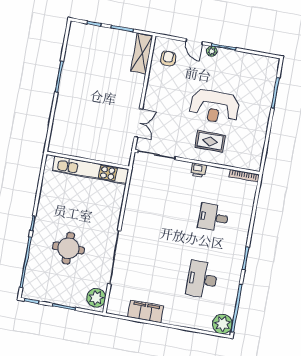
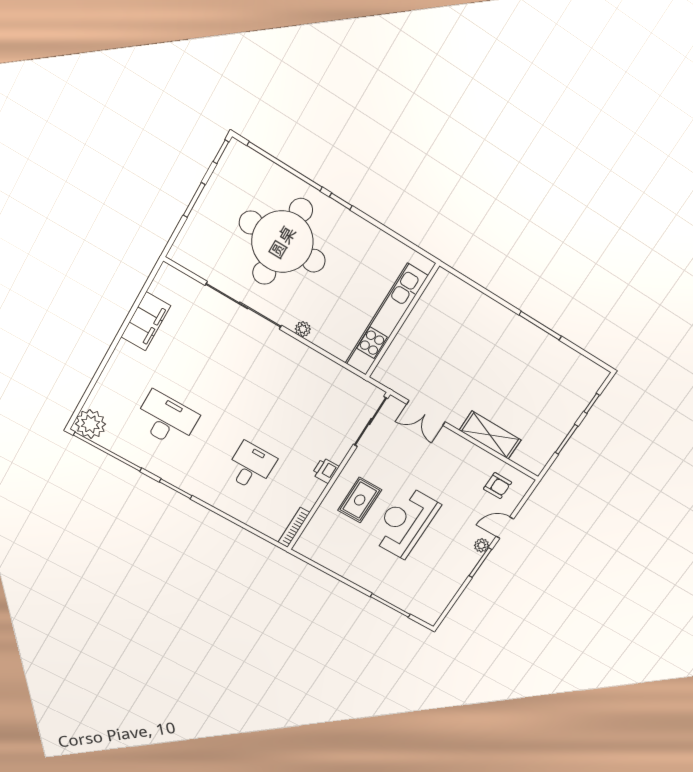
shelving: (142, 53) -> (490, 435), moved
round table: (68, 248) -> (282, 242), width x1.86, depth x1.86
plant: (96, 298) -> (303, 329), moved, width x0.53, depth x0.53

